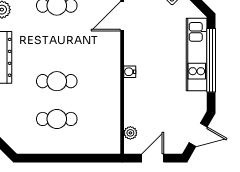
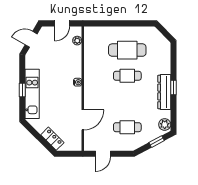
window: (211, 60) -> (22, 90), width x0.32
cafe table: (57, 119) -> (127, 50), width x1.37, depth x1.35

